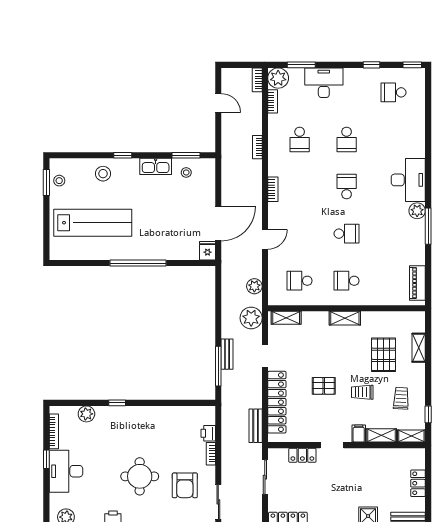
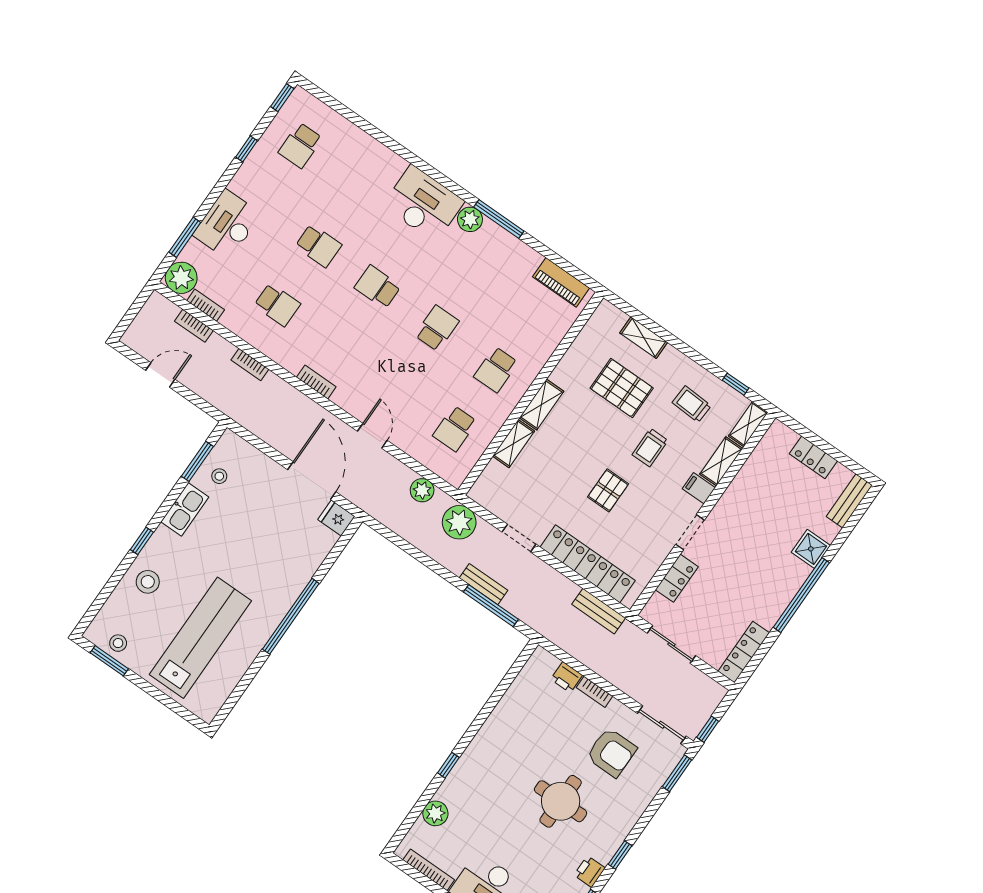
bookcase: (257, 80) -> (194, 326), moved
shelving: (286, 318) -> (514, 444), moved

